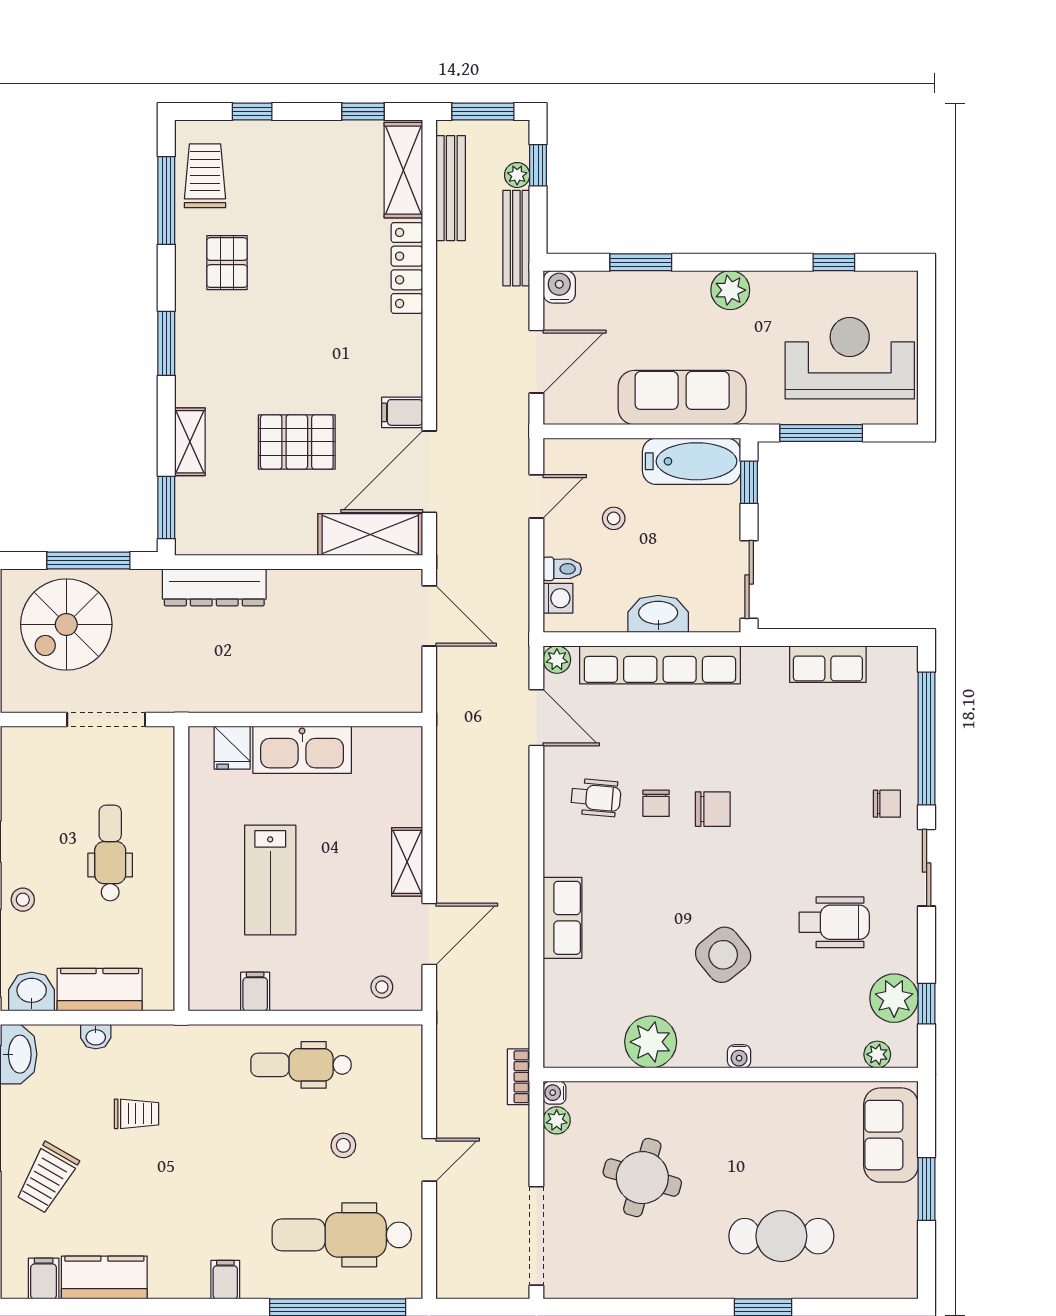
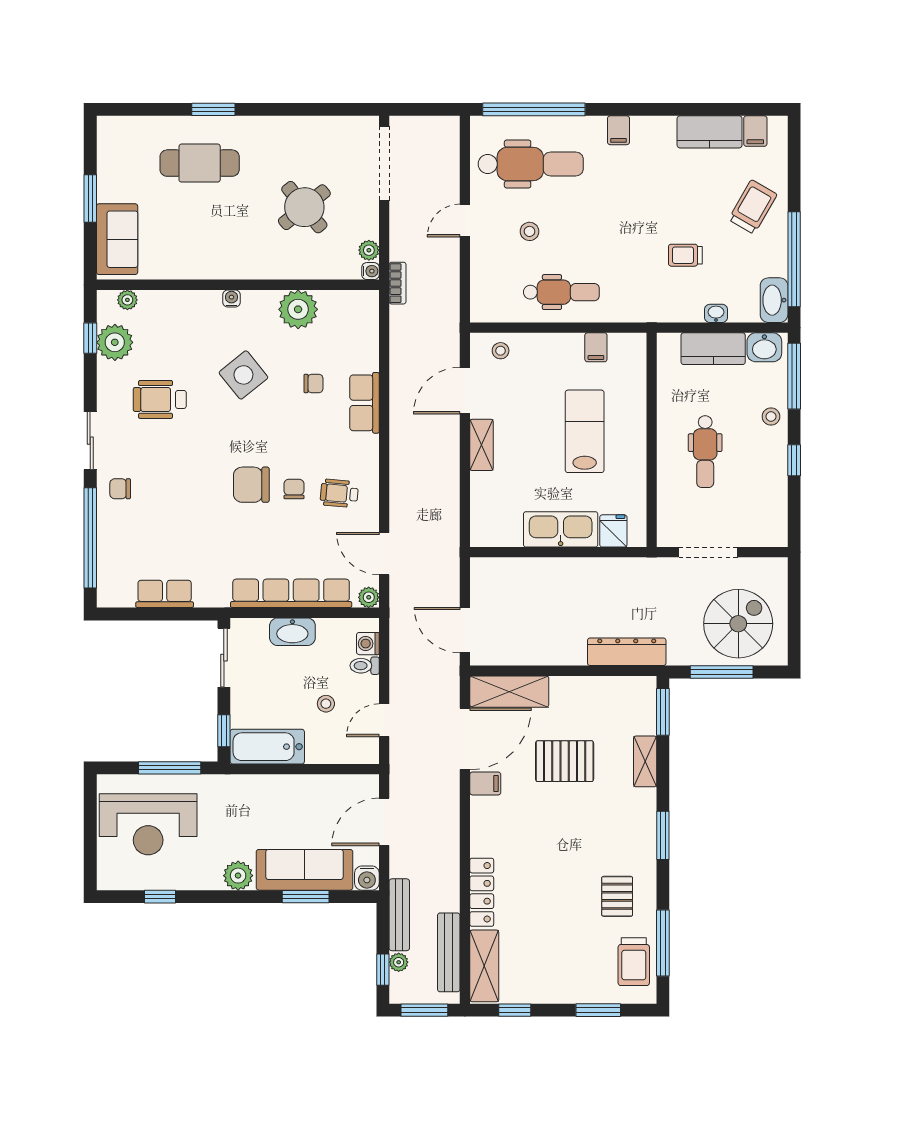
window: (252, 112) -> (598, 1010), width x1.50
sofa: (682, 398) -> (304, 870), moved, turned 180
chair: (713, 809) -> (251, 485), width x1.37, depth x1.37
chair: (630, 943) -> (314, 384), added
round table: (642, 1178) -> (304, 207), turned 35

